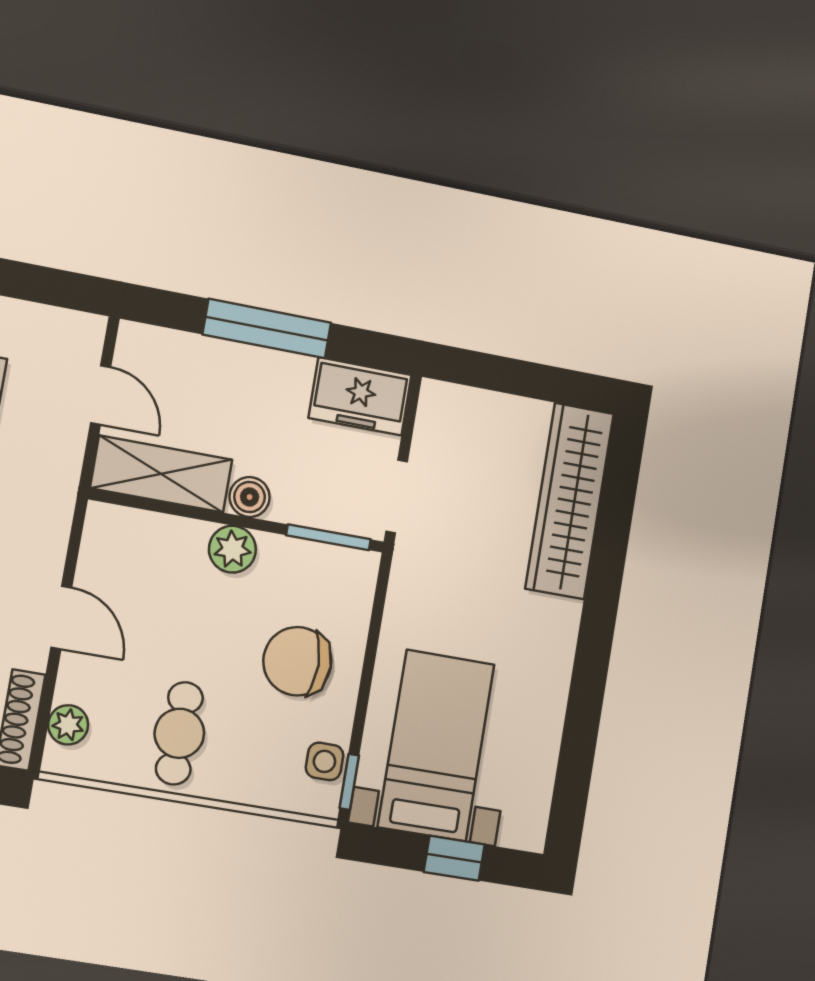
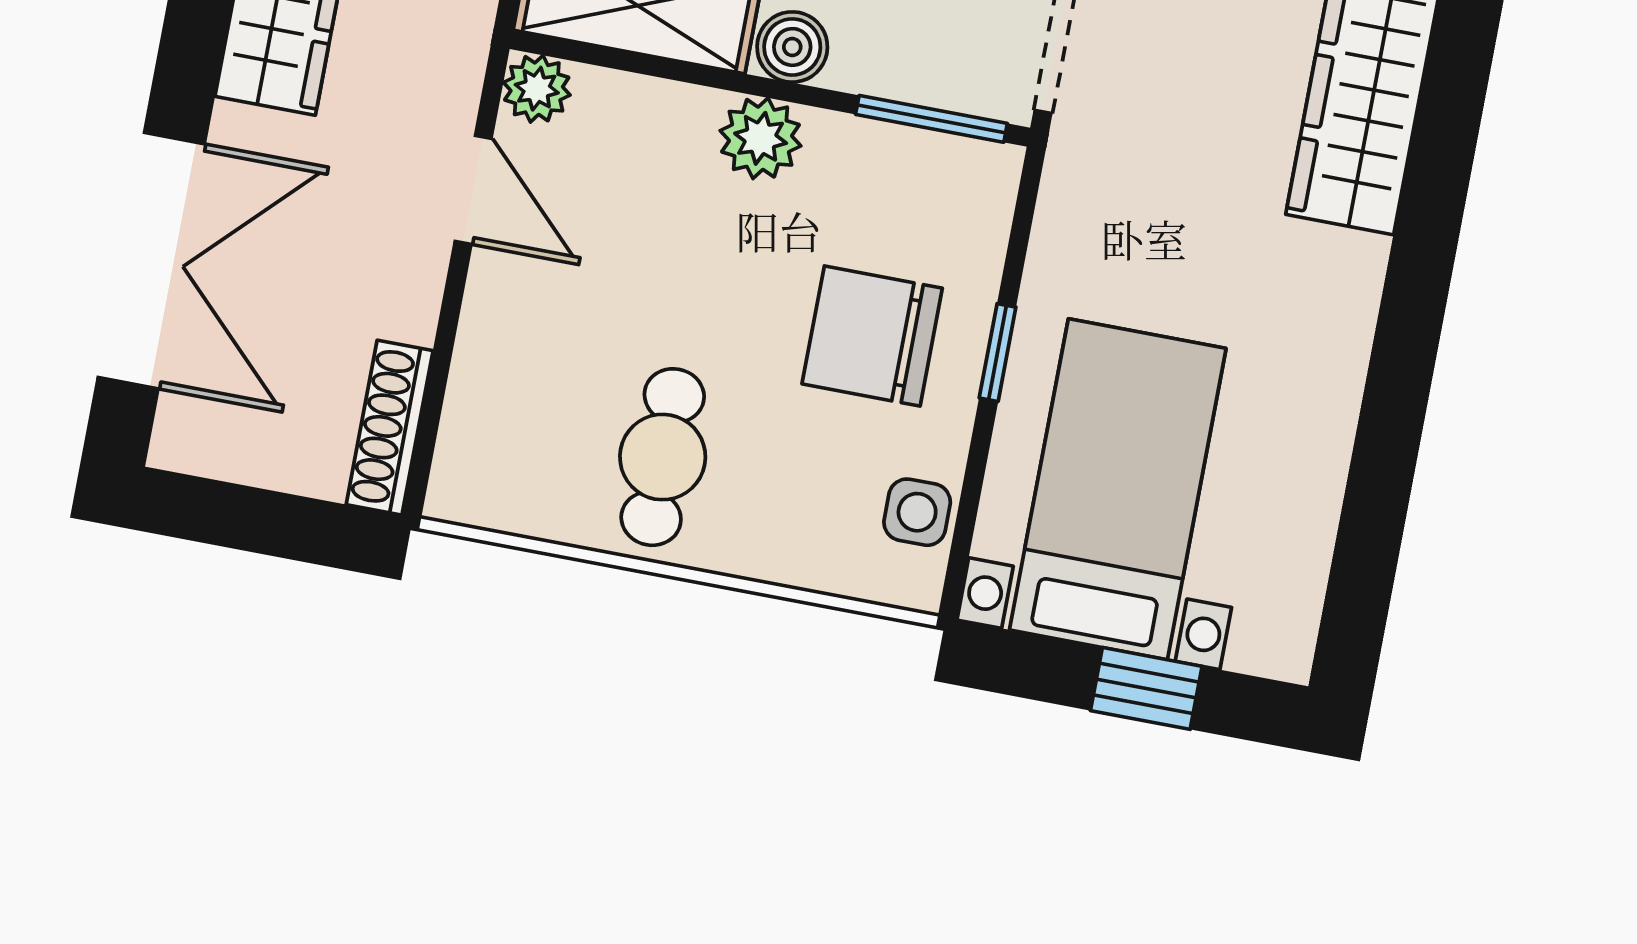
door: (61, 617) -> (473, 190), moved
plant: (68, 725) -> (537, 89), moved
window: (349, 782) -> (998, 353), moved

